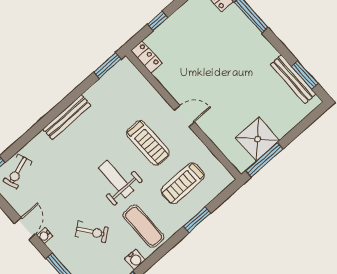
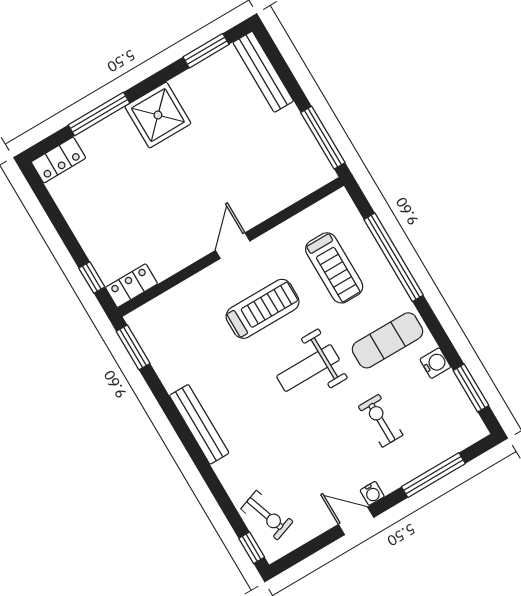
window: (158, 21) -> (92, 277), moved
bench: (293, 79) -> (263, 72), moved, turned 90
shower: (257, 139) -> (158, 115), moved
window: (197, 220) -> (394, 257), width x2.11
exercise bike: (92, 232) -> (381, 421), turned -54

